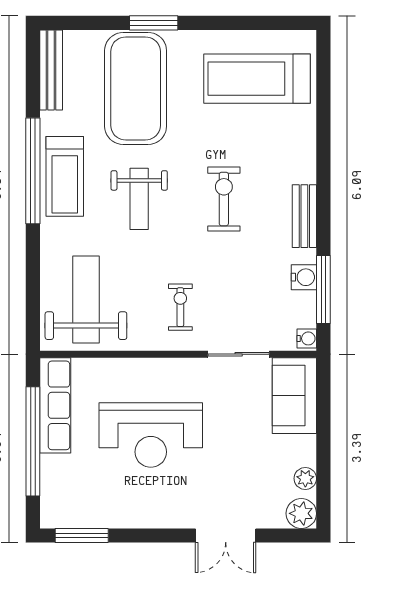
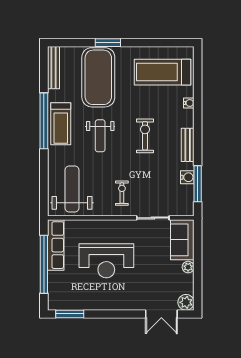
water cooler: (307, 338) -> (189, 103), moved
plant: (305, 478) -> (188, 267), moved
double door: (226, 536) -> (161, 314), moved

